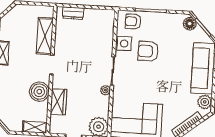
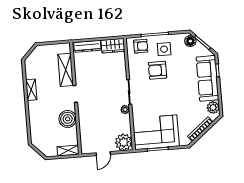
dresser: (73, 13) -> (87, 46), width x1.44
armchair: (133, 21) -> (141, 46), turned 180
side table: (124, 44) -> (164, 49), moved
wardrobe: (58, 102) -> (113, 46), moved, turned 90

